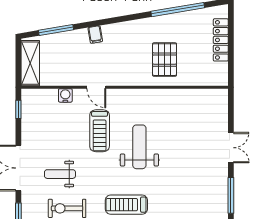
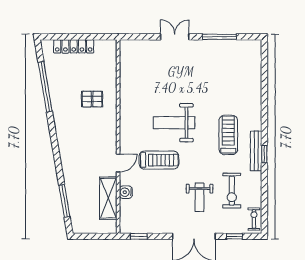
filing cabinet: (95, 35) -> (69, 164), removed
pallet: (165, 60) -> (92, 99), width x0.67, depth x0.71
shelving: (30, 63) -> (108, 198), moved, turned 90
treadmill: (126, 205) -> (228, 135), turned 180

